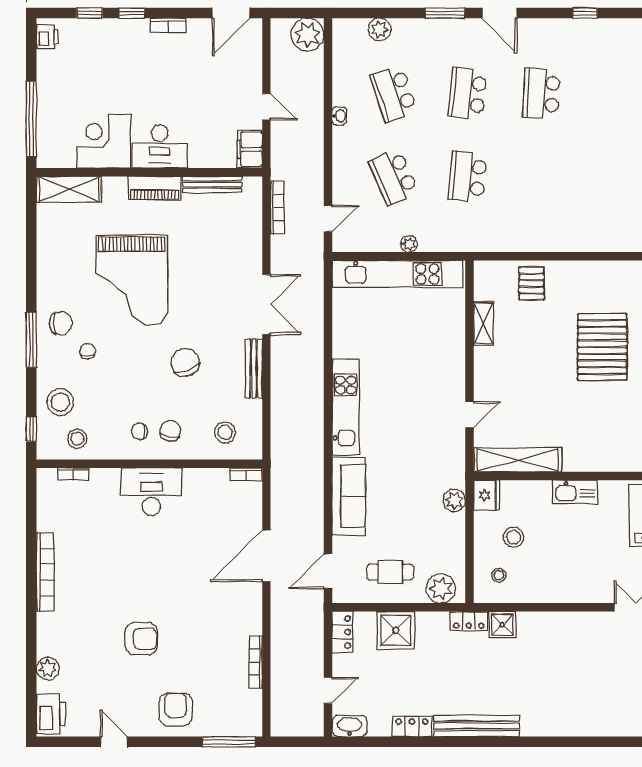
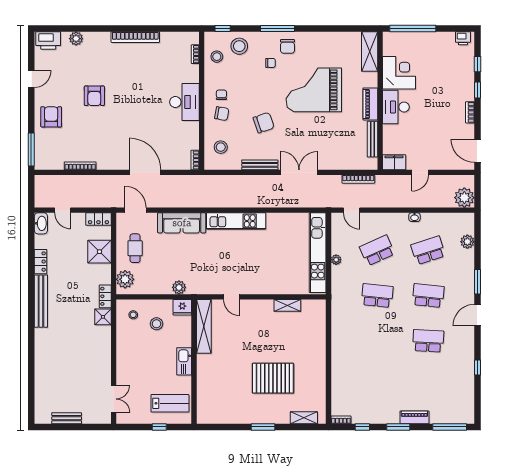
pallet: (531, 283) -> (312, 335), removed
double door: (266, 305) -> (299, 172), swing flipped
armchair: (176, 709) -> (51, 117), turned -90

